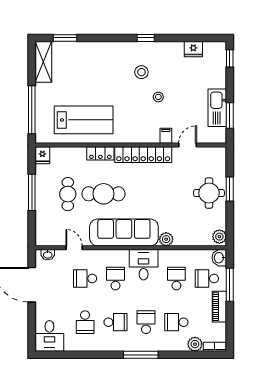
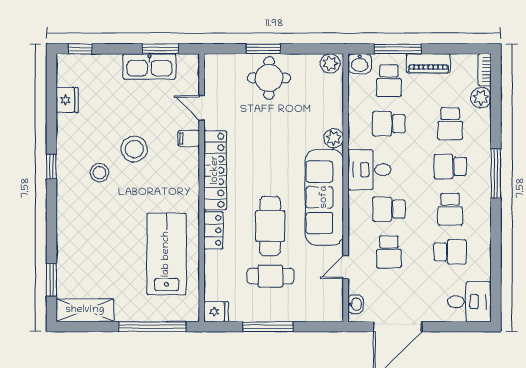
stool: (158, 97) -> (134, 149), width x1.89, depth x1.89
school desk: (116, 322) -> (450, 209), turned 180

